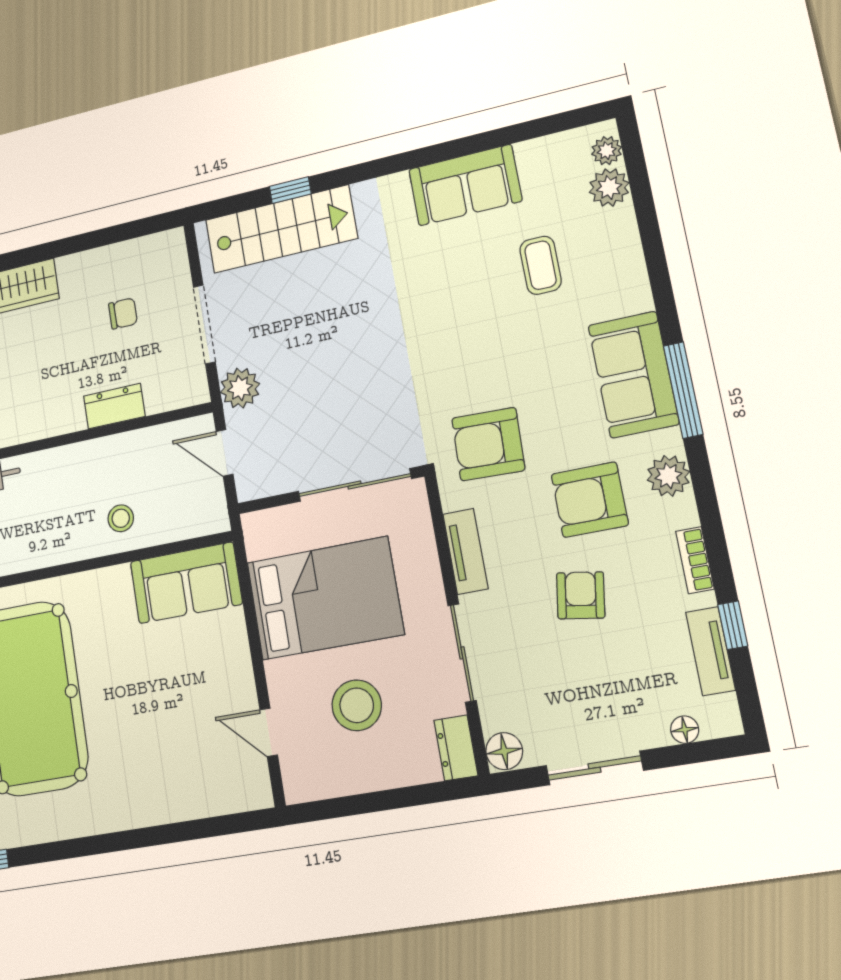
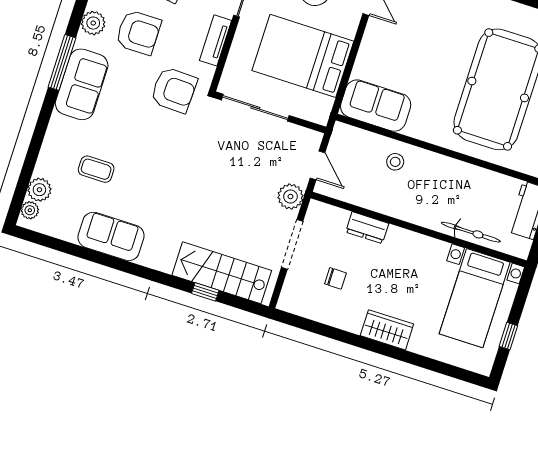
coffee table: (541, 265) -> (96, 169), turned 90
chair: (123, 313) -> (336, 278), turned 180

